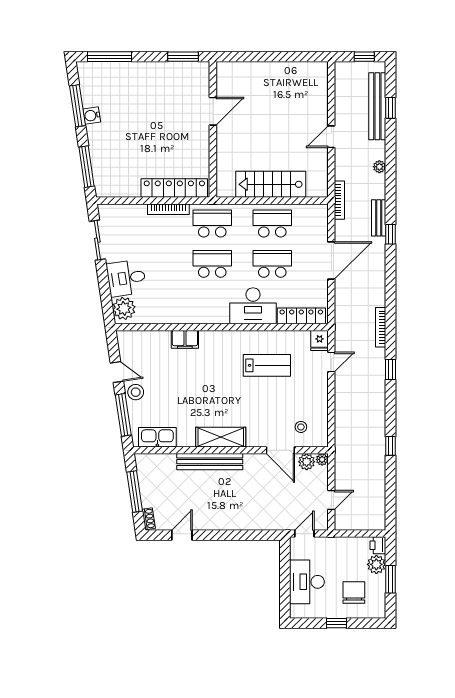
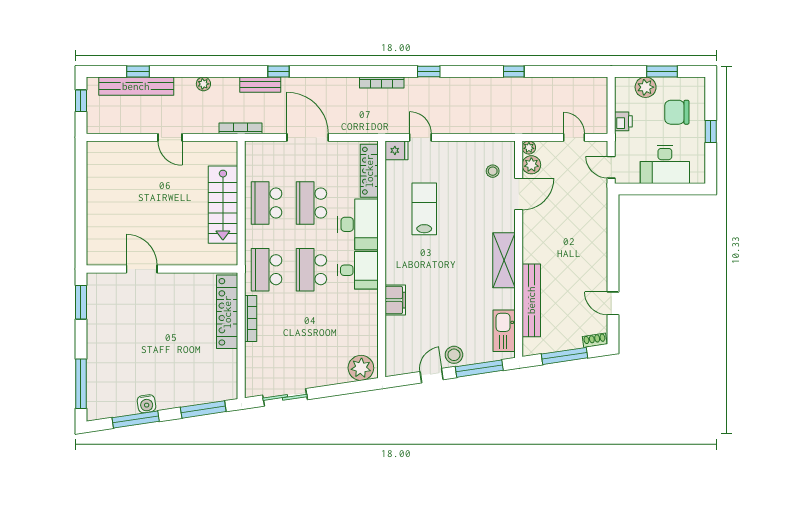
desk: (126, 278) -> (358, 270), moved, turned -82
bench: (210, 462) -> (531, 300), moved
printer: (378, 545) -> (623, 121), moved, turned -90

